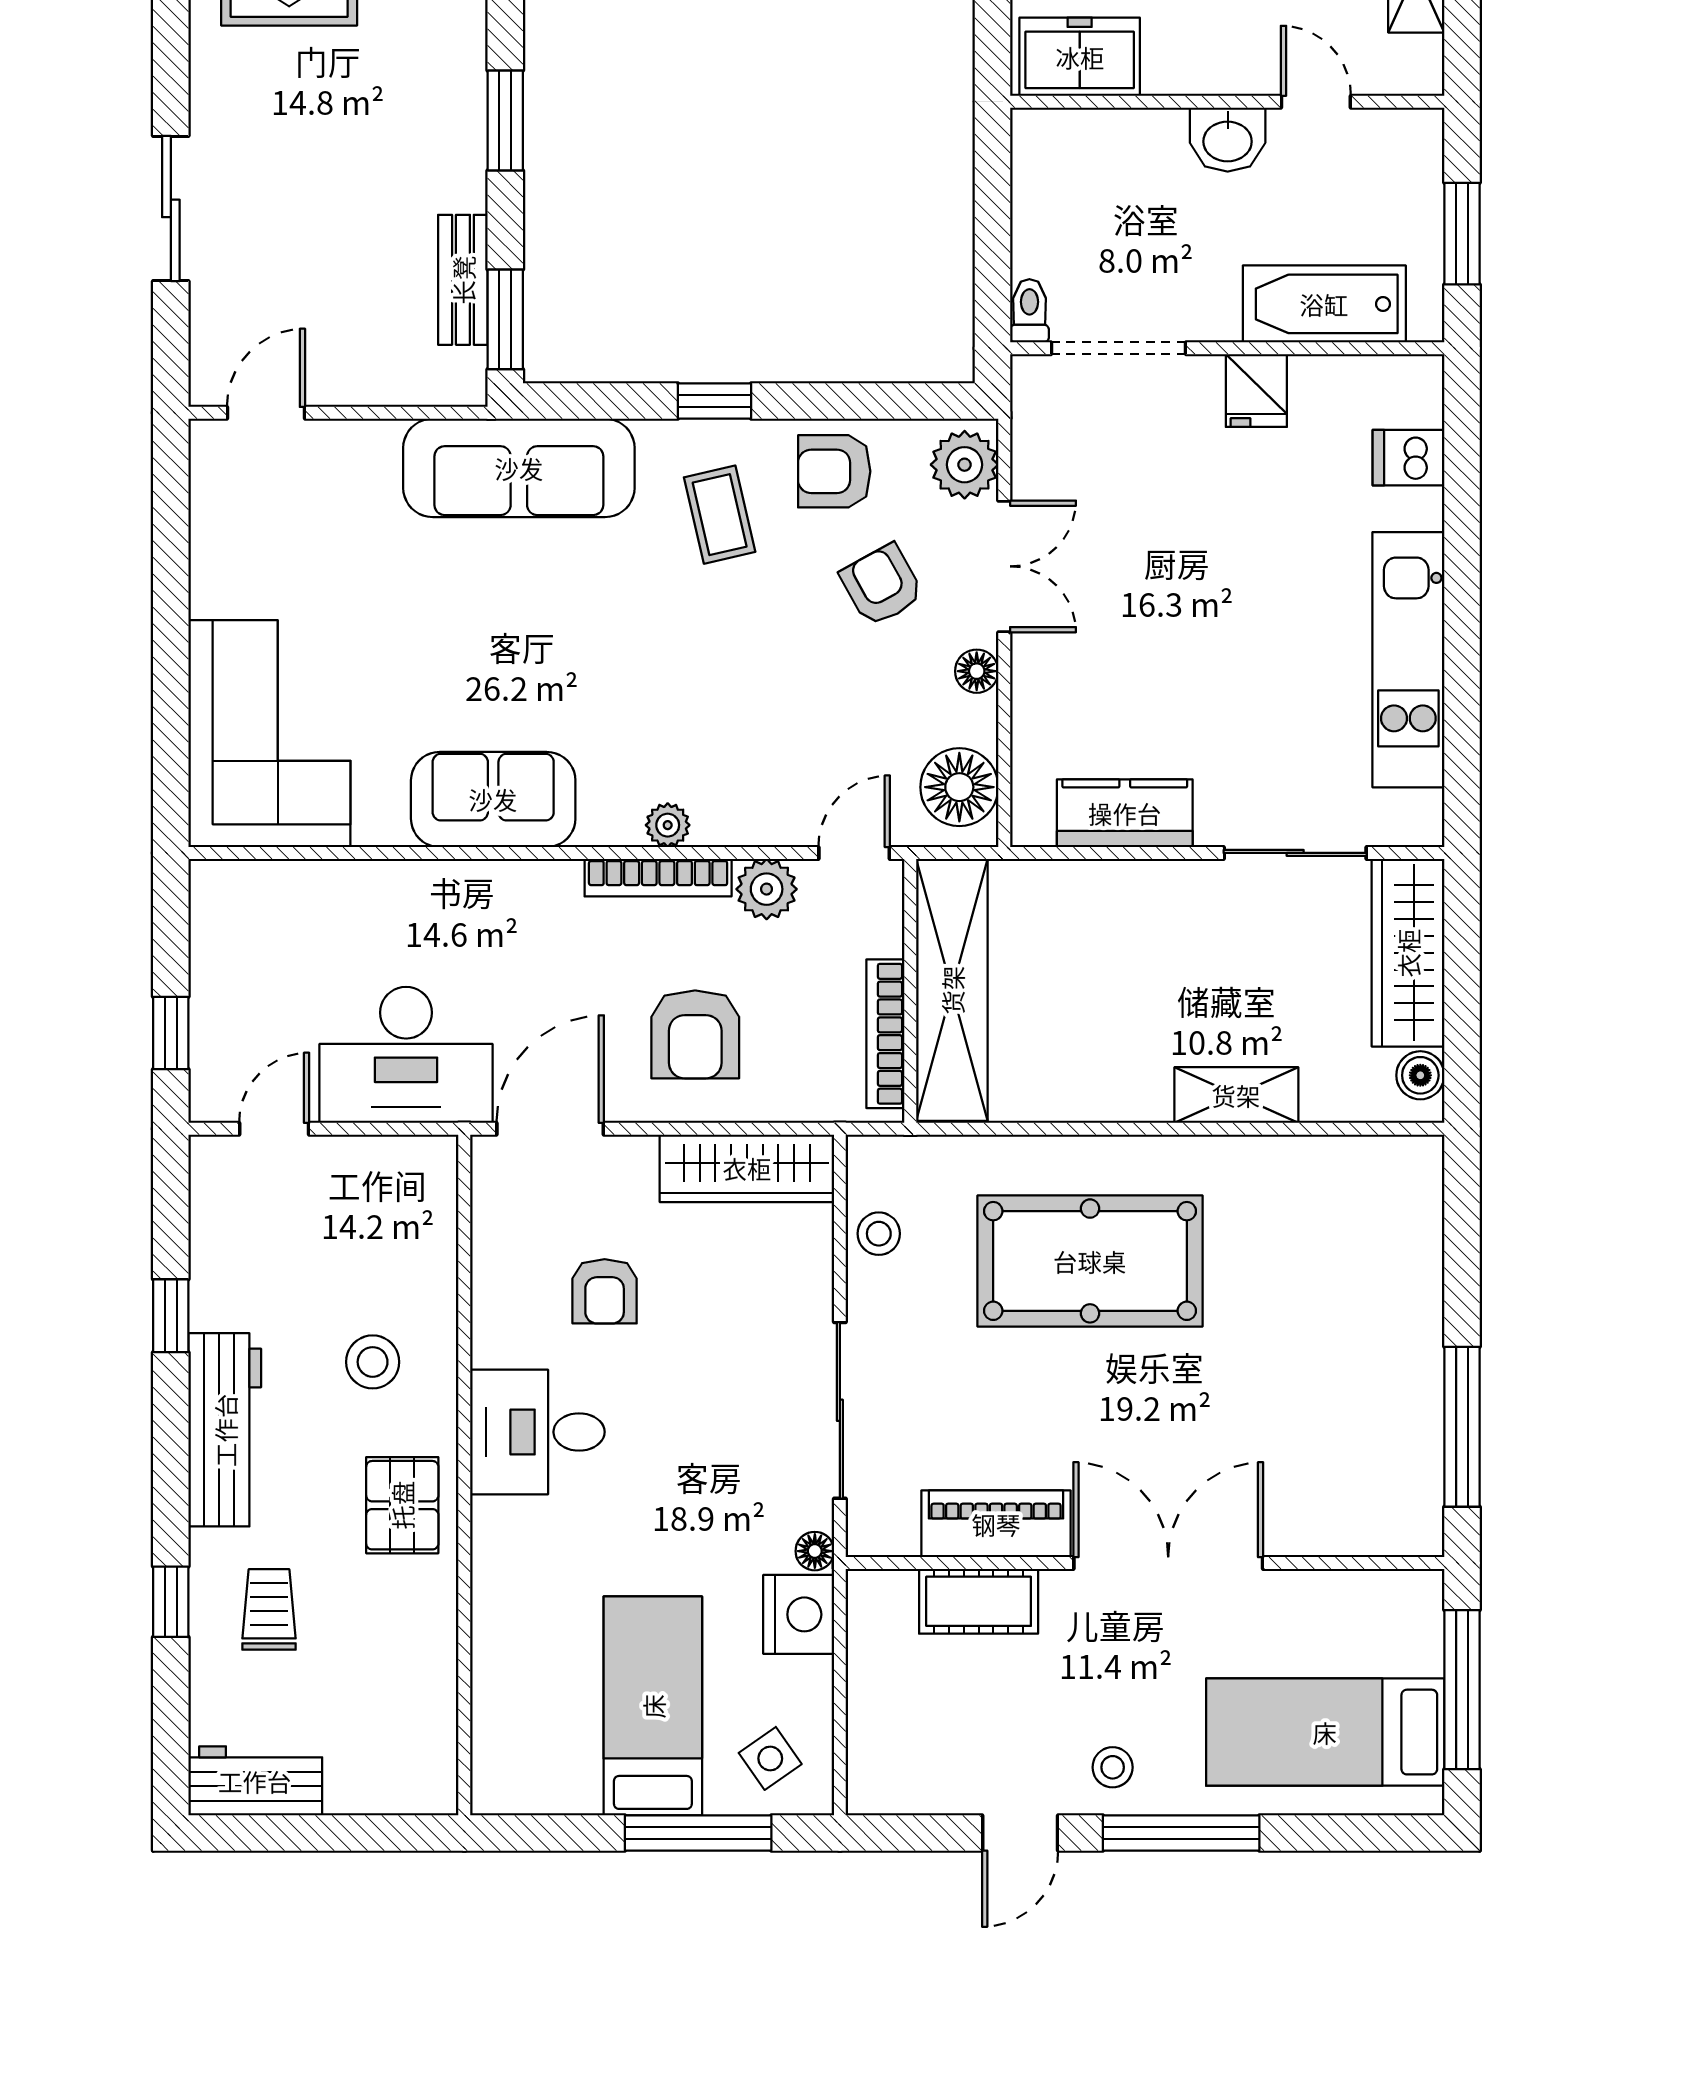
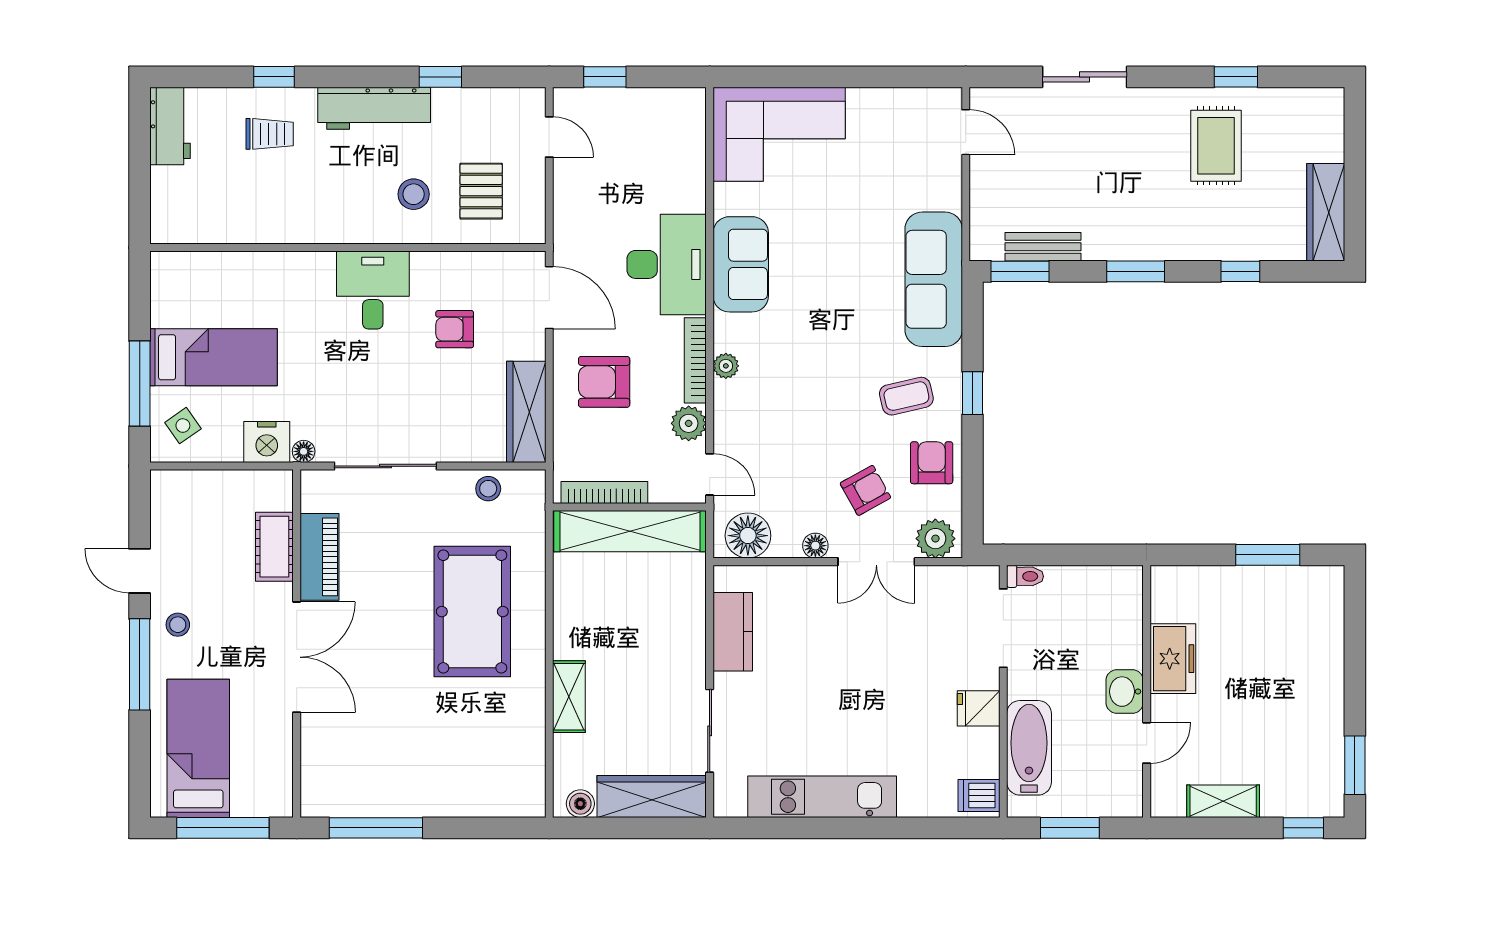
freezer: (1080, 57) -> (1173, 659), moved
dishwasher: (1408, 458) -> (979, 796), moved, turned -90
desk: (406, 1055) -> (667, 264), moved, turned 180
pallet: (402, 1505) -> (481, 191), moved, turned 90

